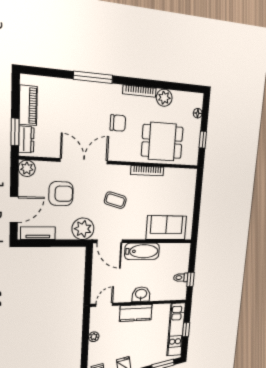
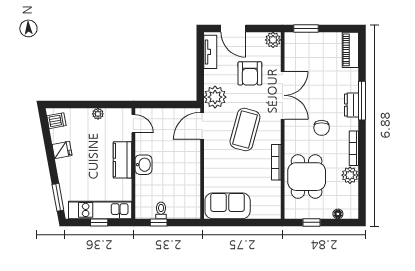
piano: (28, 105) -> (350, 50), moved, turned 90
dresser: (26, 140) -> (351, 105), moved, turned 90
coffee table: (115, 200) -> (245, 130), width x1.86, depth x1.72
sofa: (166, 228) -> (228, 206), moved, turned -90
bathtub: (142, 251) -> (191, 162), removed

